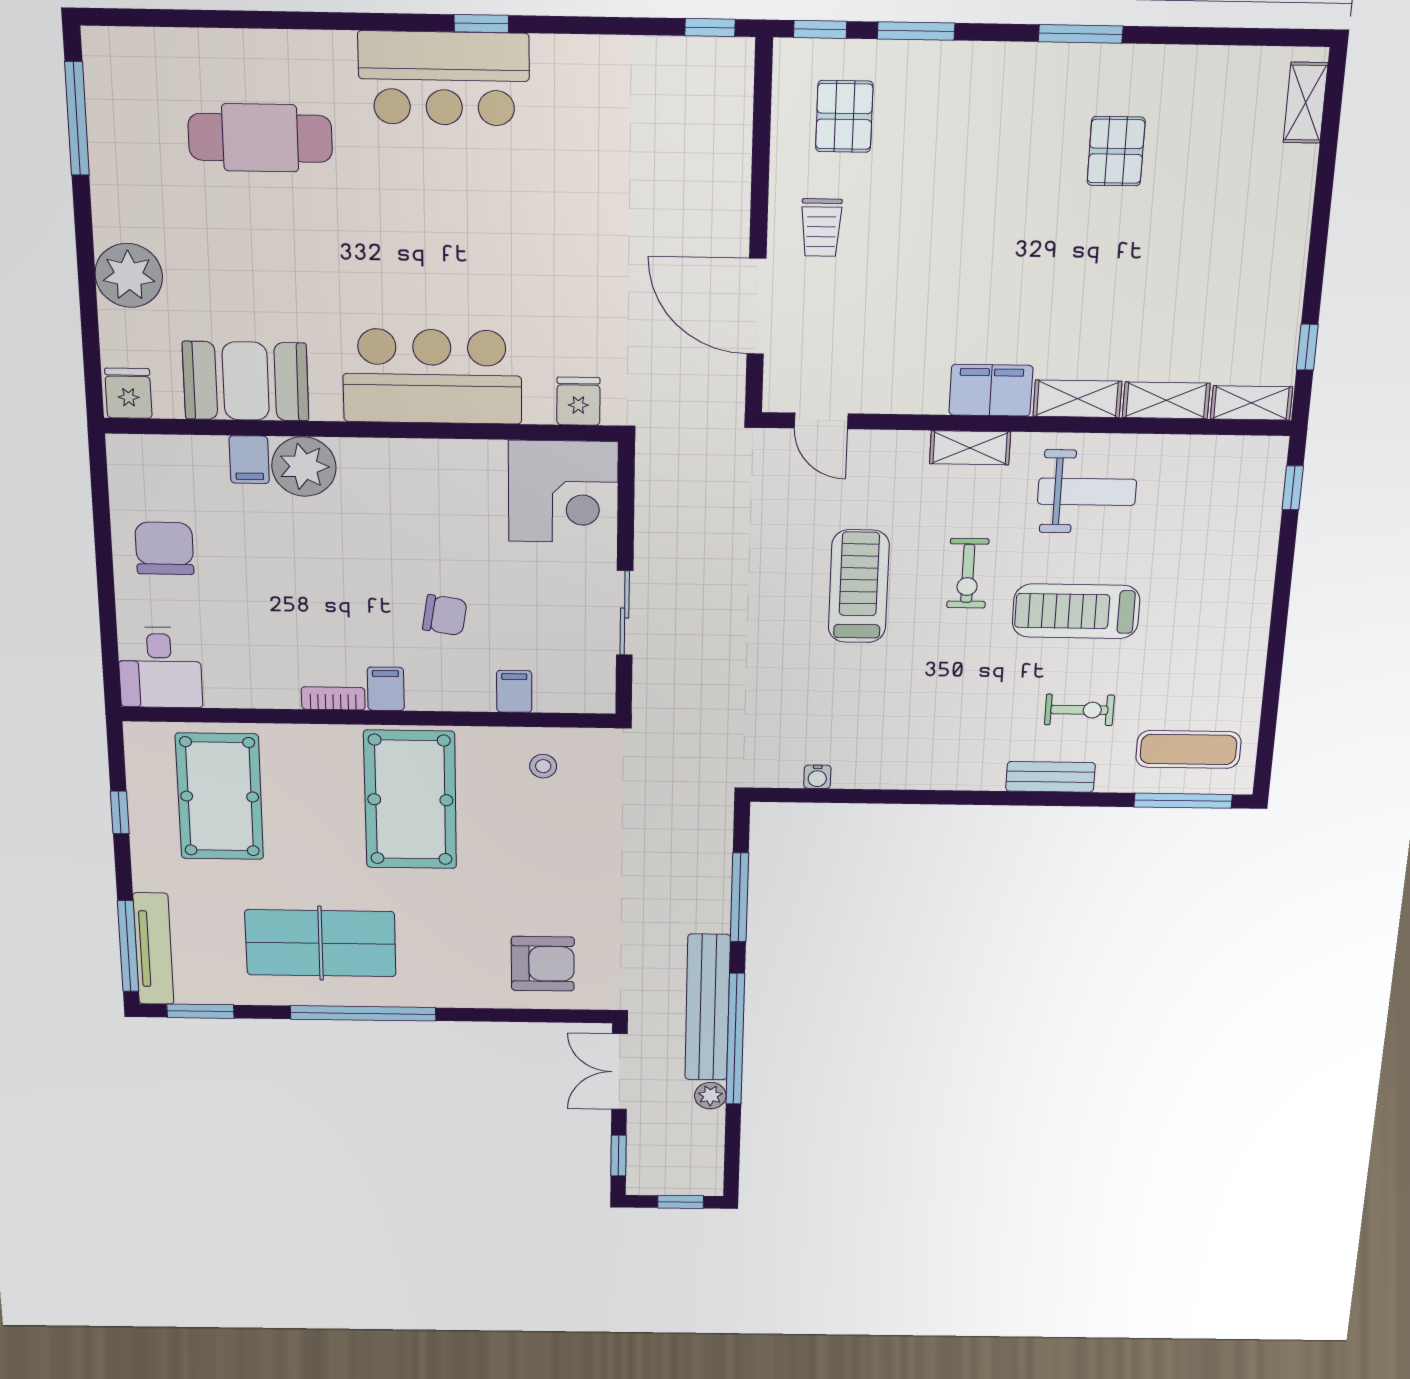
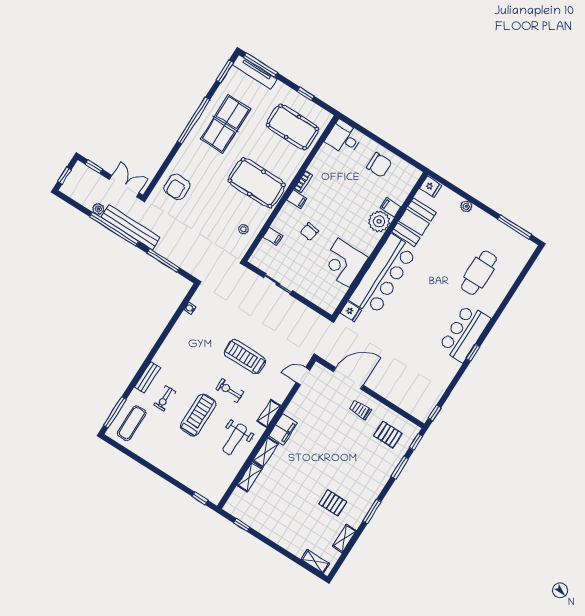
plant: (129, 275) -> (466, 206), width x0.53, depth x0.53
bar counter: (432, 376) -> (383, 275), width x1.36
shelving: (1251, 403) -> (344, 538), moved
corner desk: (563, 492) -> (344, 263), moved
treadmill: (859, 586) -> (245, 357), turned 180

